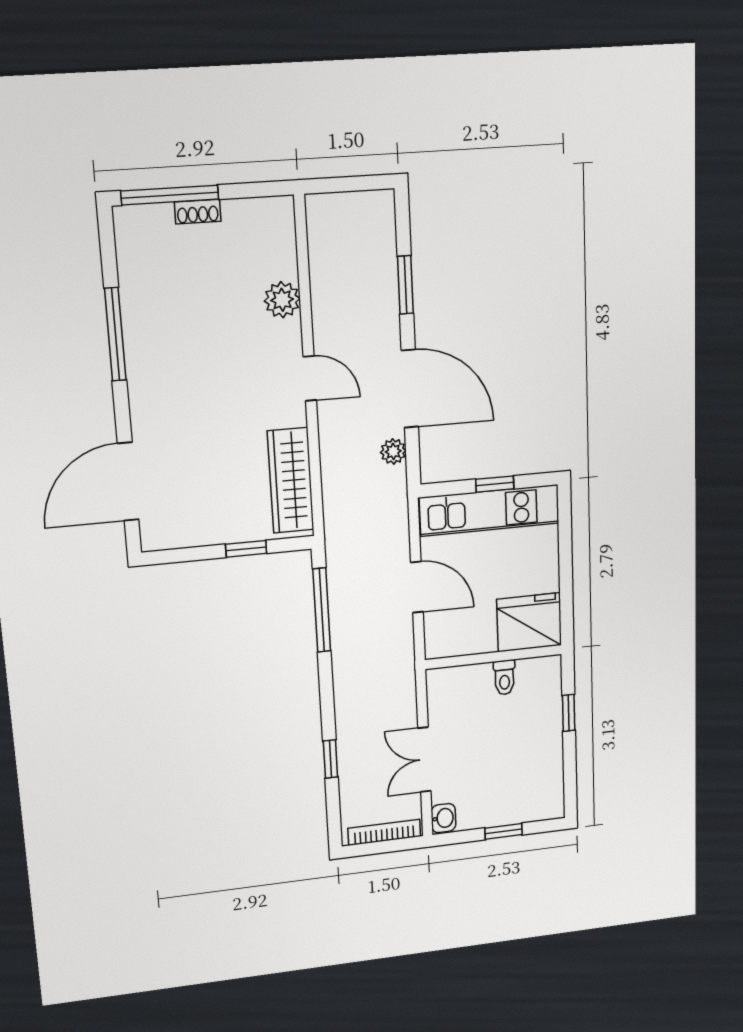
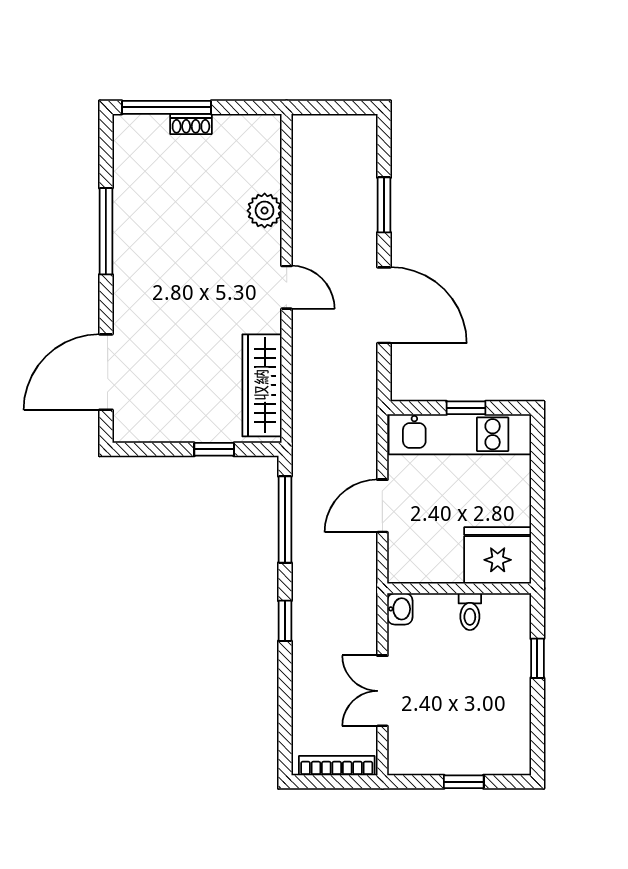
plant: (393, 451) -> (365, 366), removed
door: (417, 587) -> (382, 506), swing flipped
window: (330, 759) -> (285, 621), moved
washbasin: (443, 818) -> (400, 609), moved

